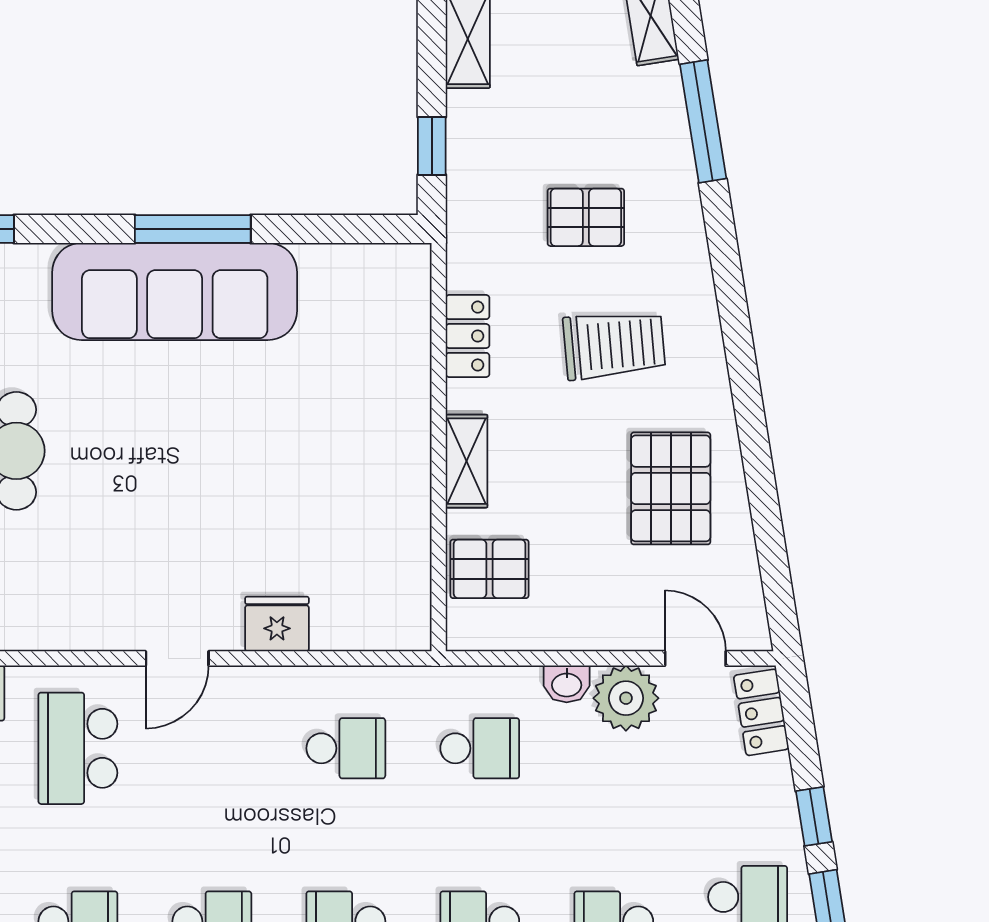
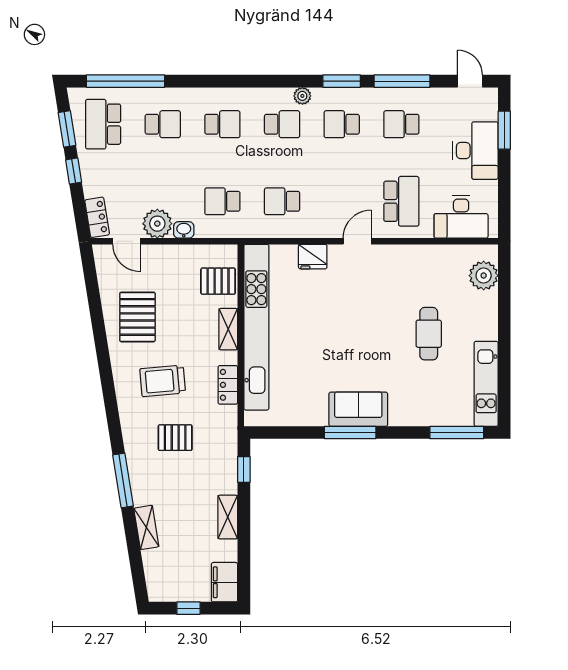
sofa: (175, 291) -> (358, 409), width x0.54, depth x0.79
kitchen unit: (404, 465) -> (256, 327), added

